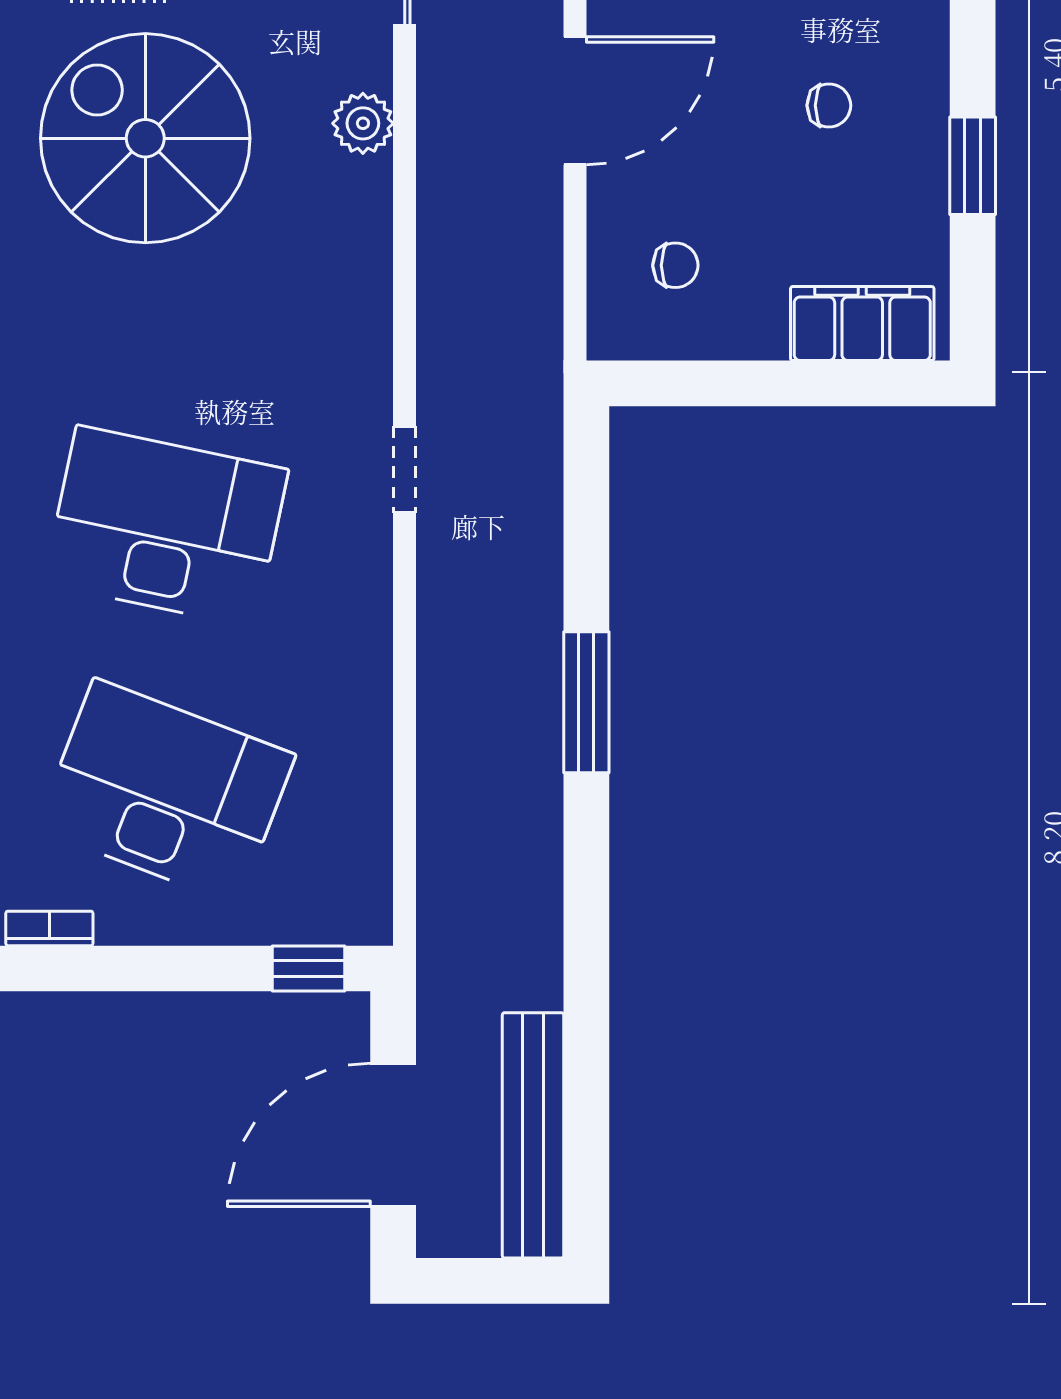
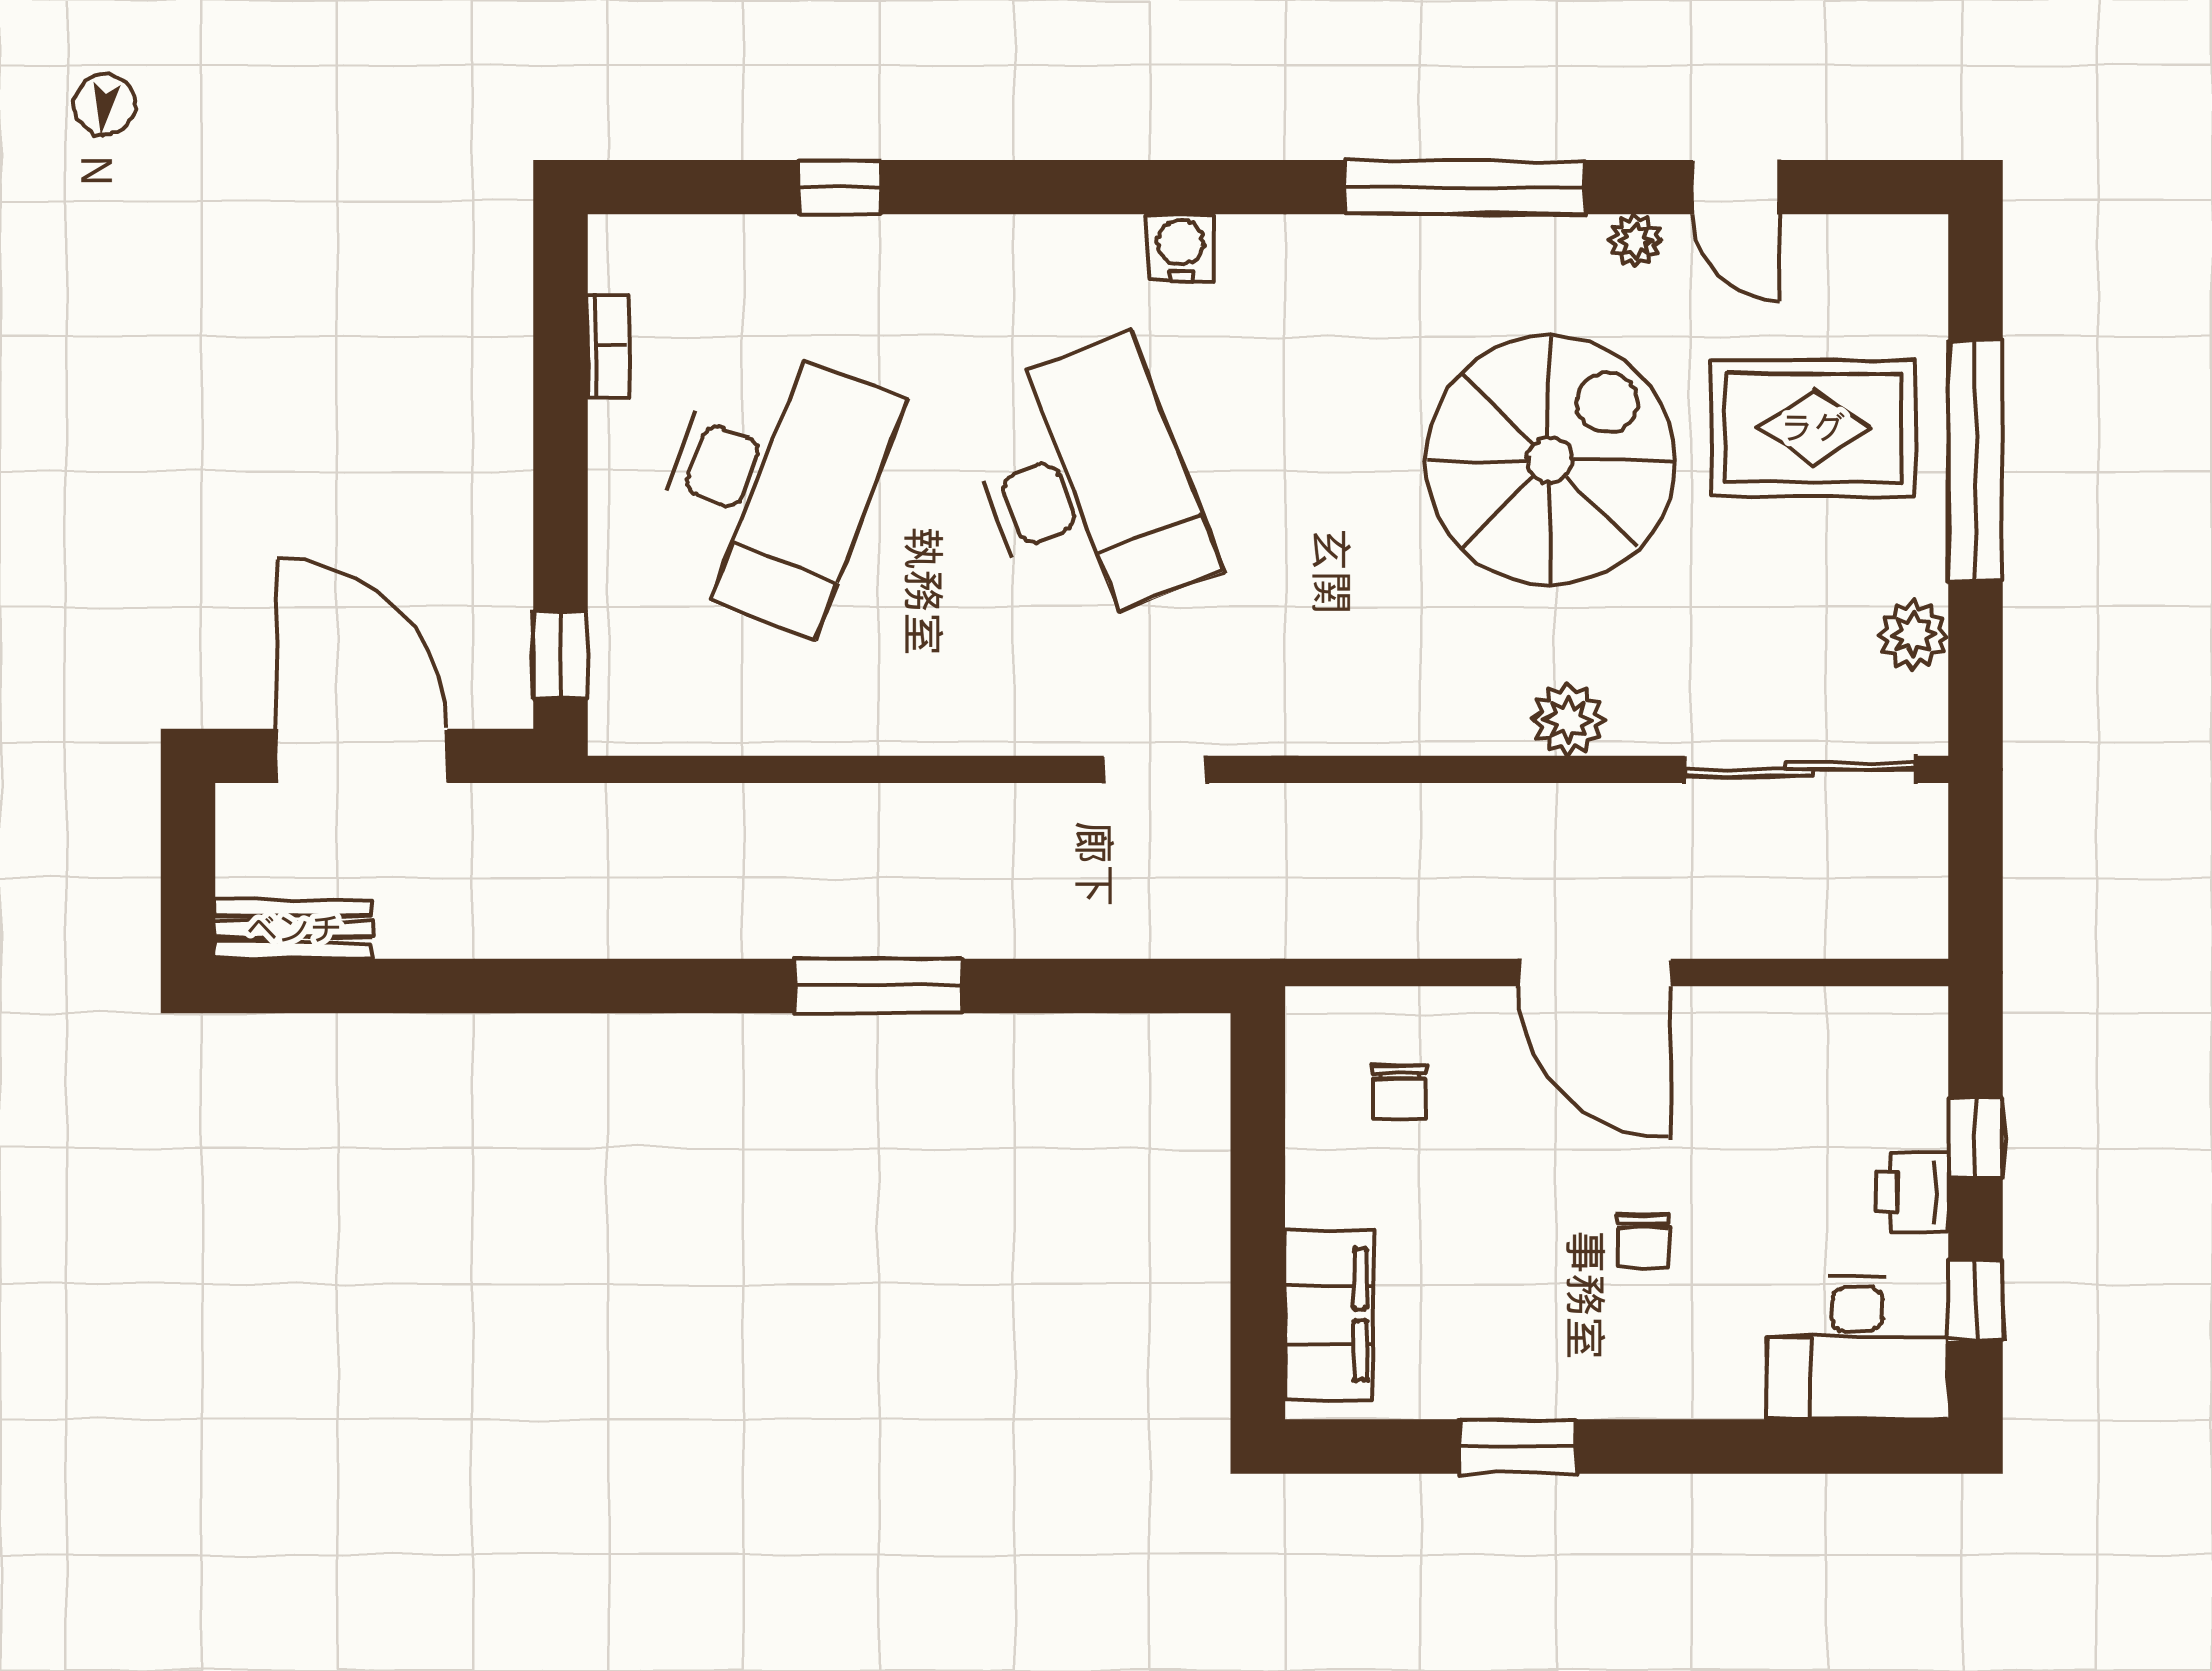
chair: (829, 105) -> (1643, 1241), moved
desk: (166, 526) -> (1088, 485), turned -33
bench: (533, 1135) -> (294, 929), width x0.54, depth x0.82

